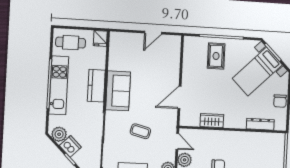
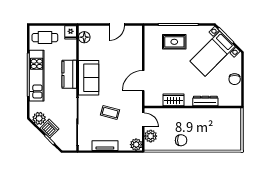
floor lamp: (116, 45) -> (84, 37), added
rug: (216, 56) -> (174, 42), turned 90
dresser: (260, 124) -> (205, 101), moved

